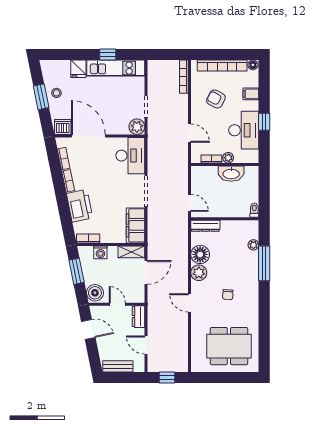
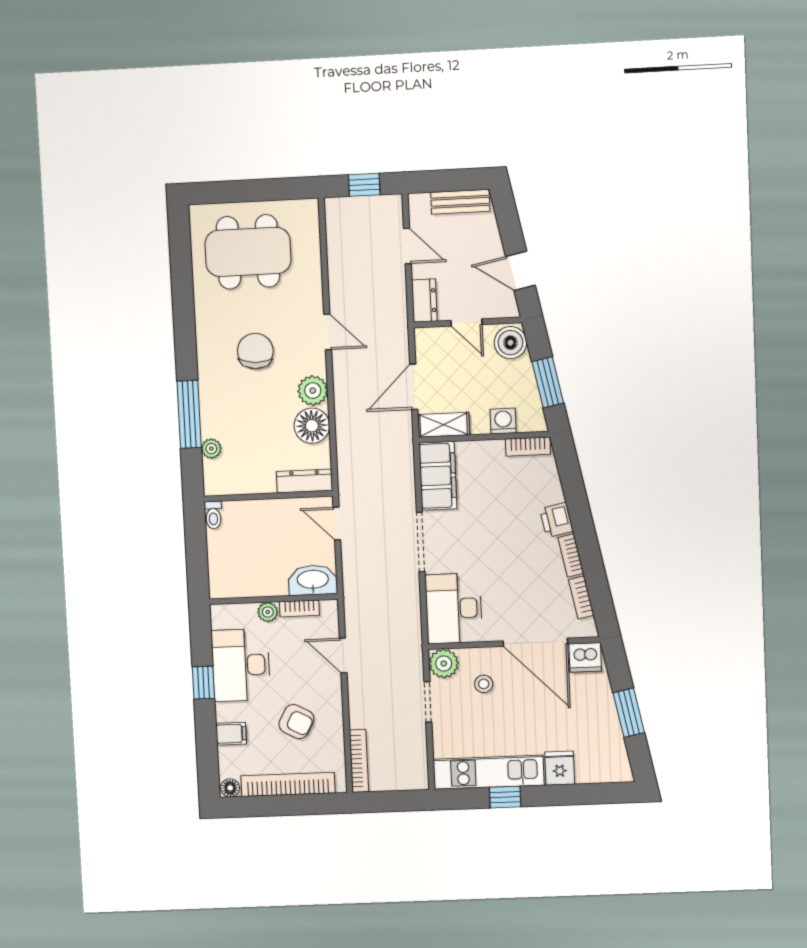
stool: (56, 93) -> (484, 684), moved
washbasin: (231, 174) -> (313, 580), moved
printer: (80, 206) -> (556, 520), width x0.53, depth x0.68
chair: (228, 295) -> (255, 351), width x1.87, depth x1.87

